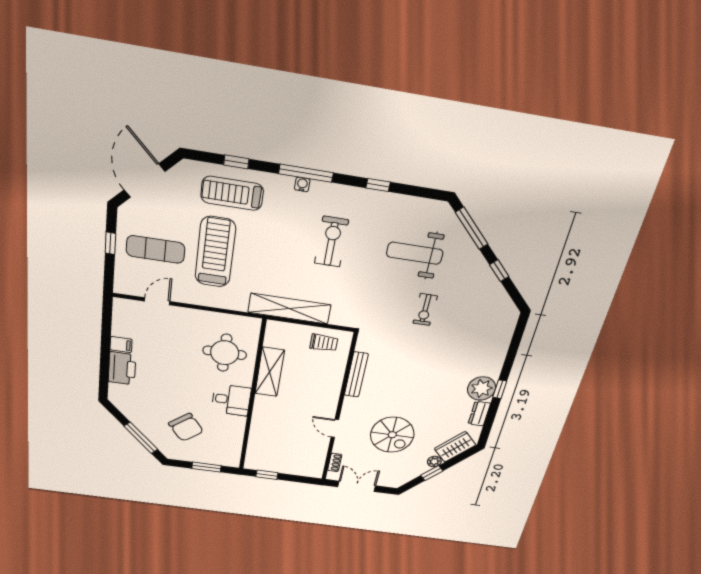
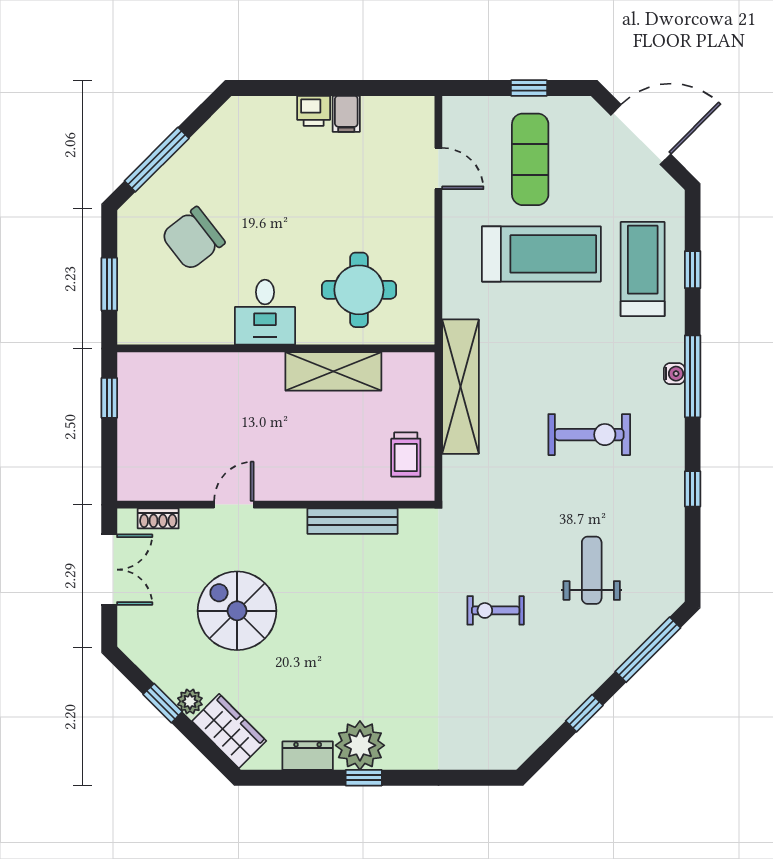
weight bench: (415, 253) -> (592, 570), width x0.73, depth x0.75
printer: (122, 368) -> (314, 111), width x0.53, depth x0.68
spiral stairs: (392, 435) -> (237, 611), turned 90

